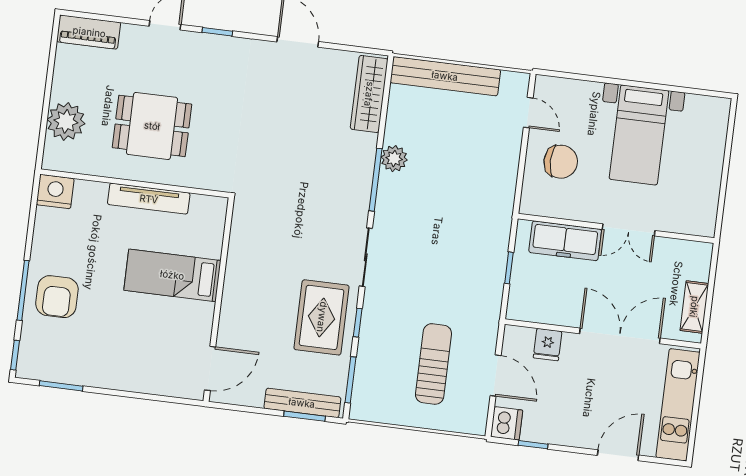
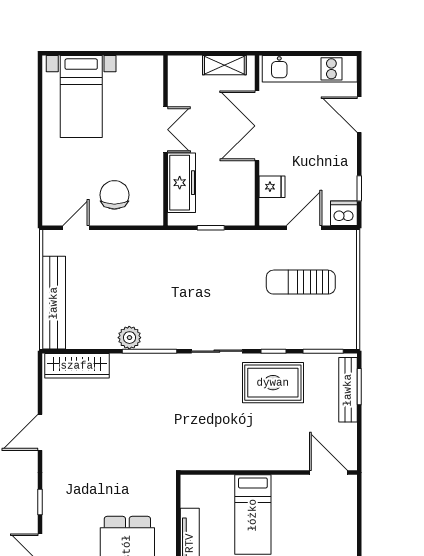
bed with nightstands: (639, 135) -> (81, 97), moved, turned 90

